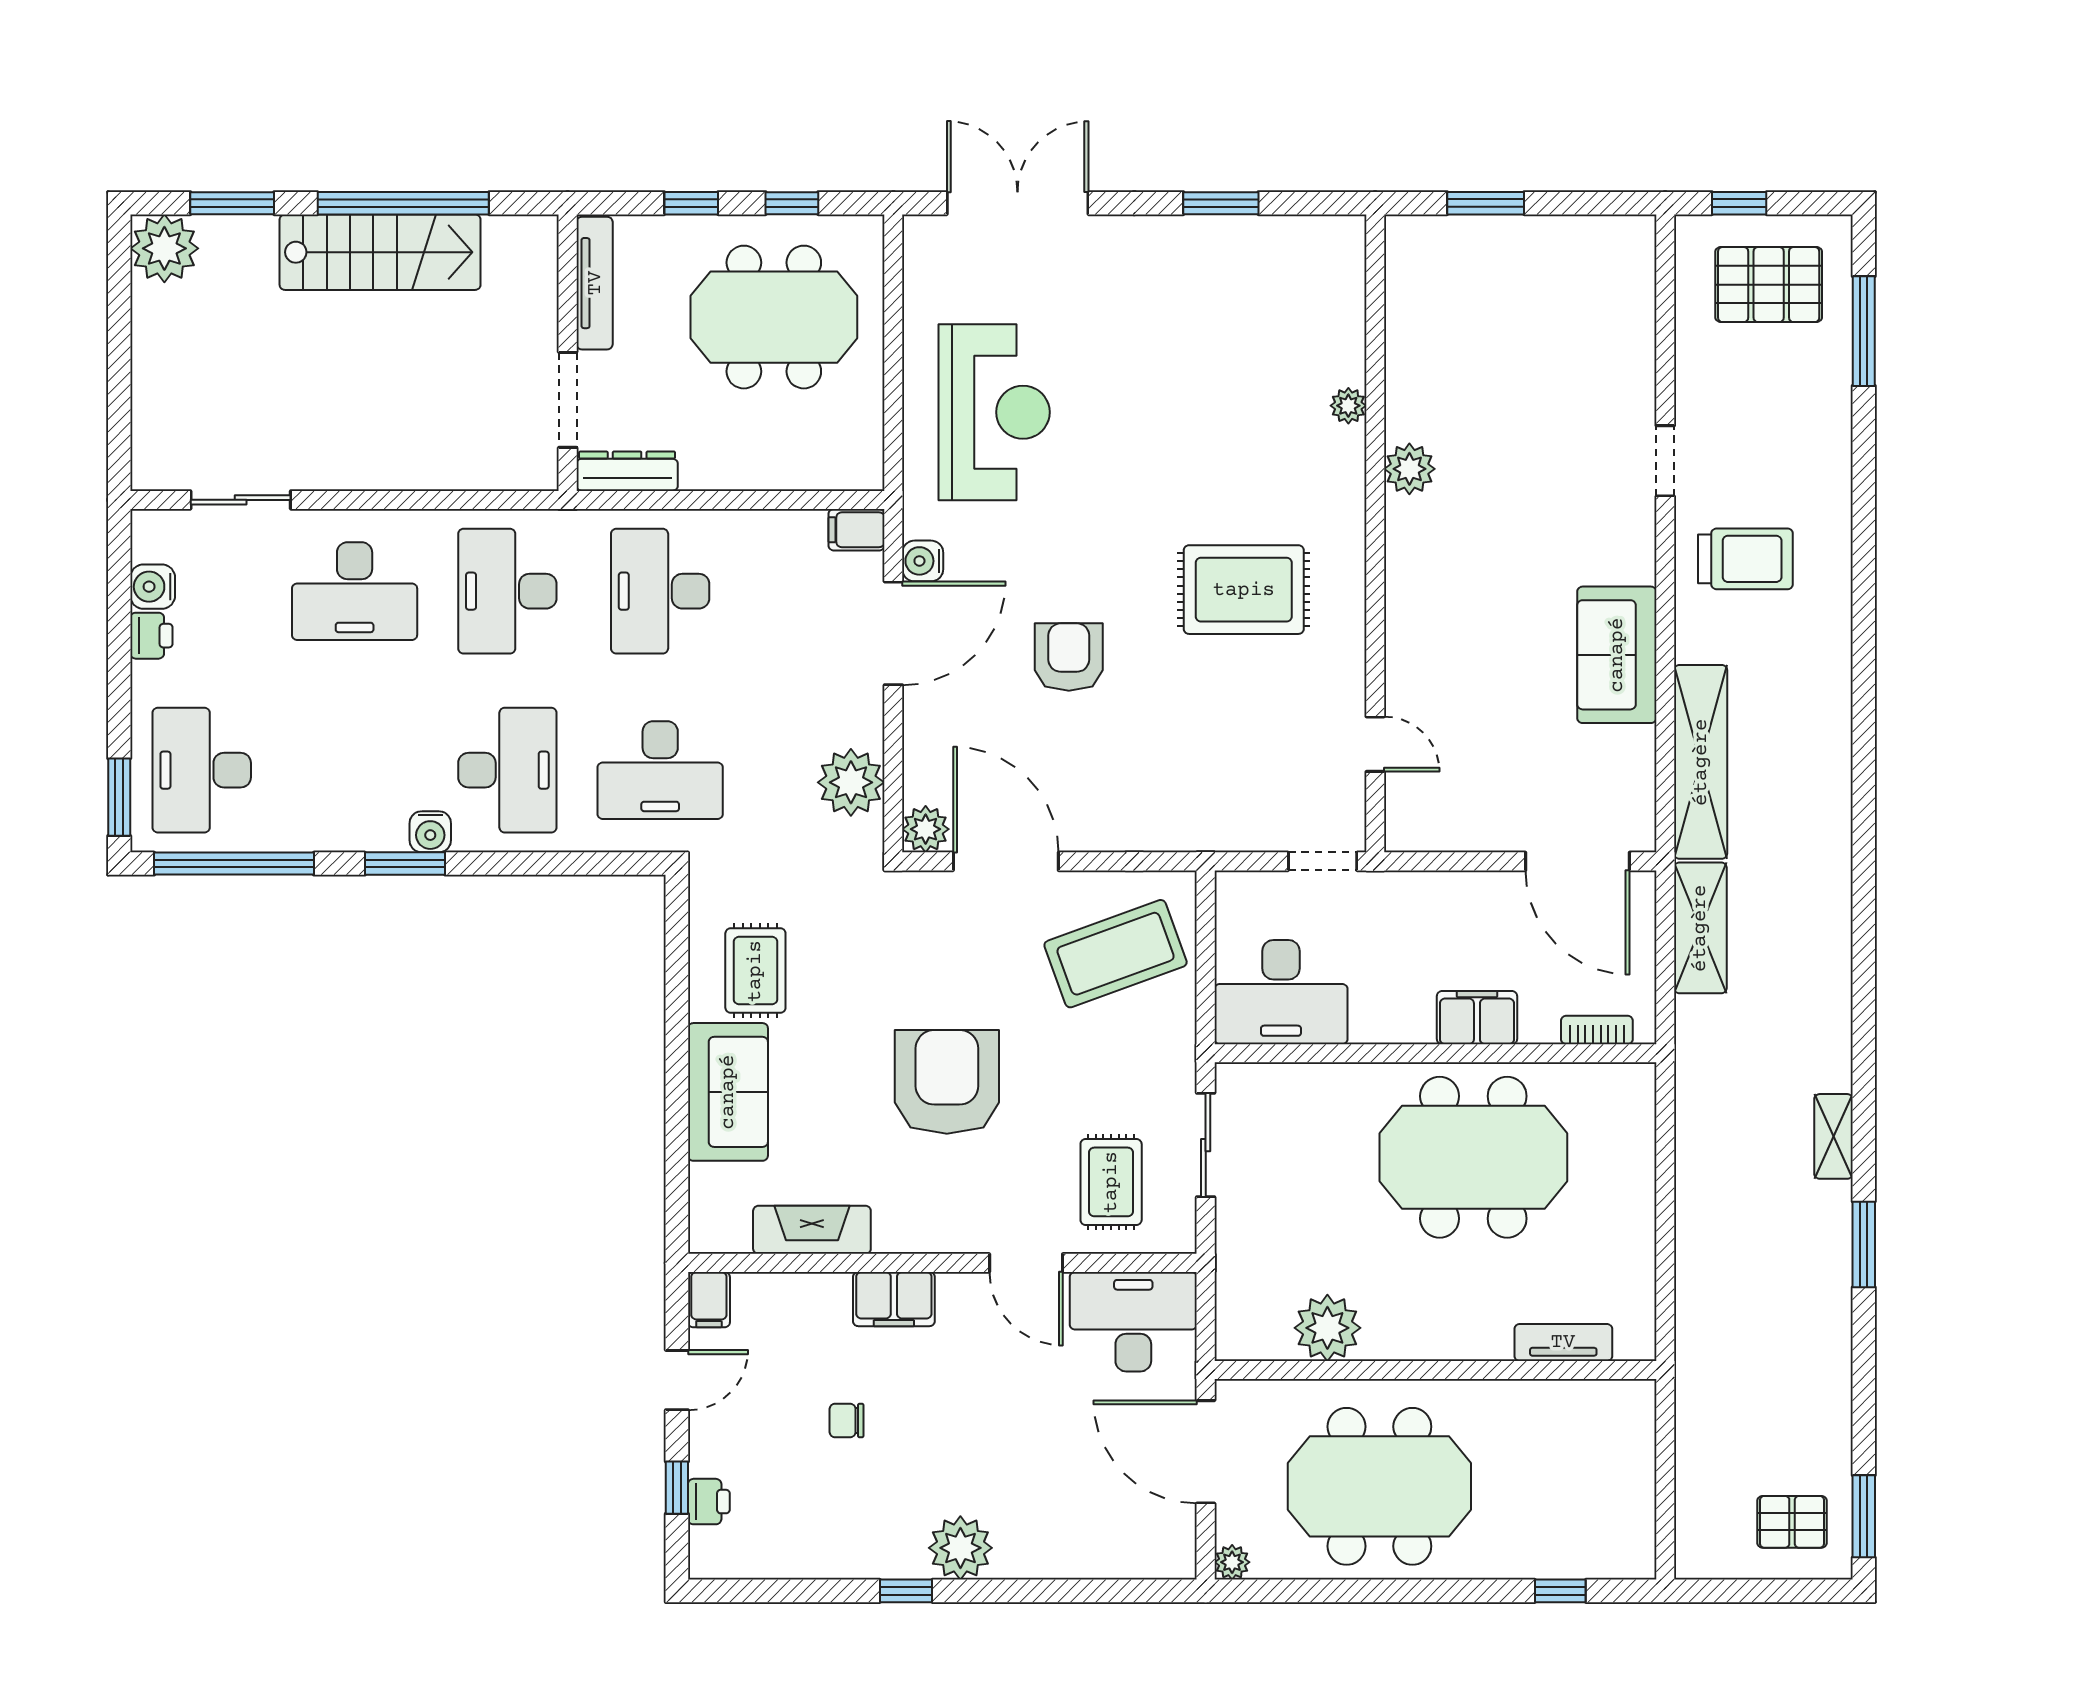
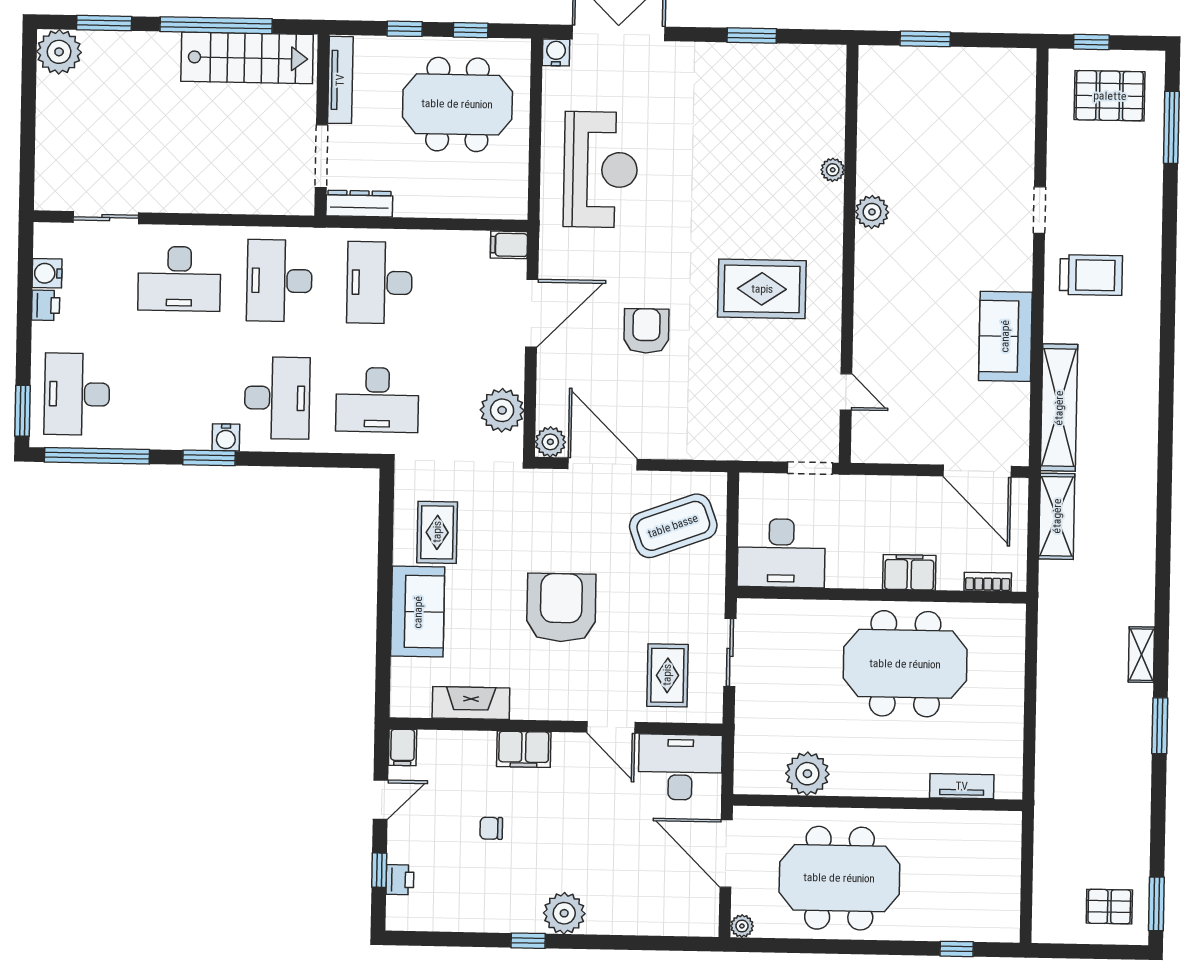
stairs: (380, 252) -> (247, 58), moved
water cooler: (923, 561) -> (556, 52), moved, turned 90

